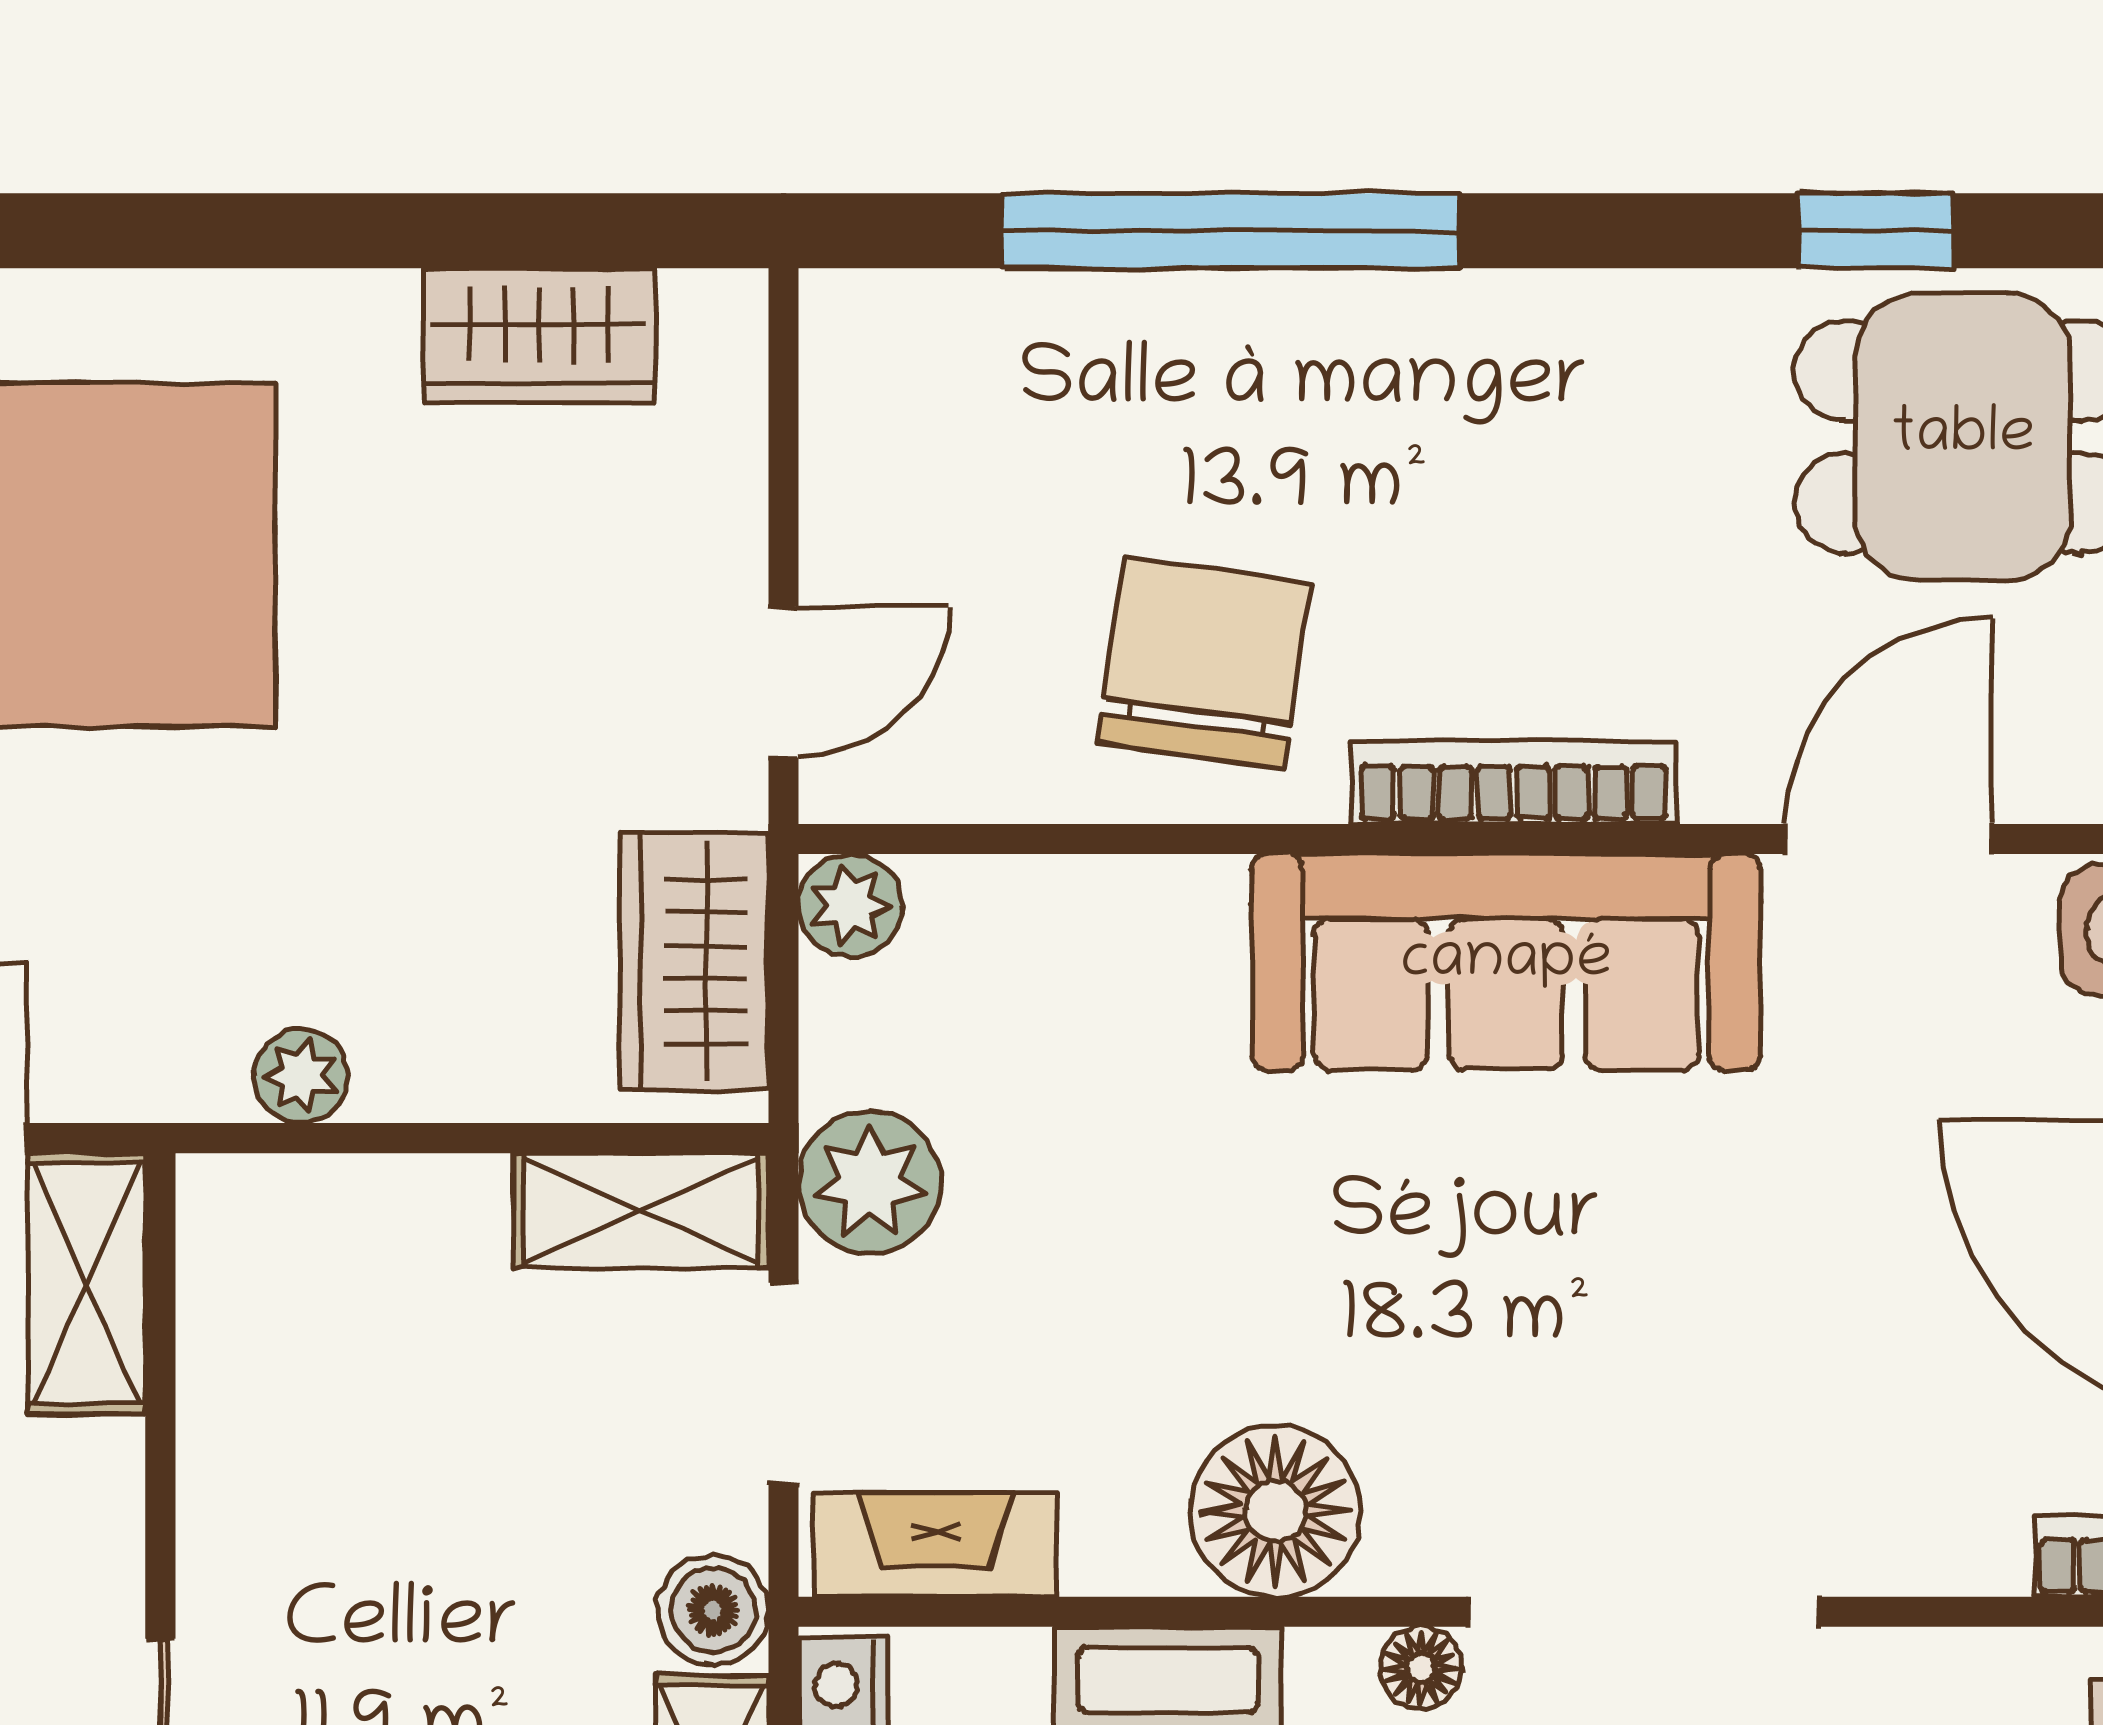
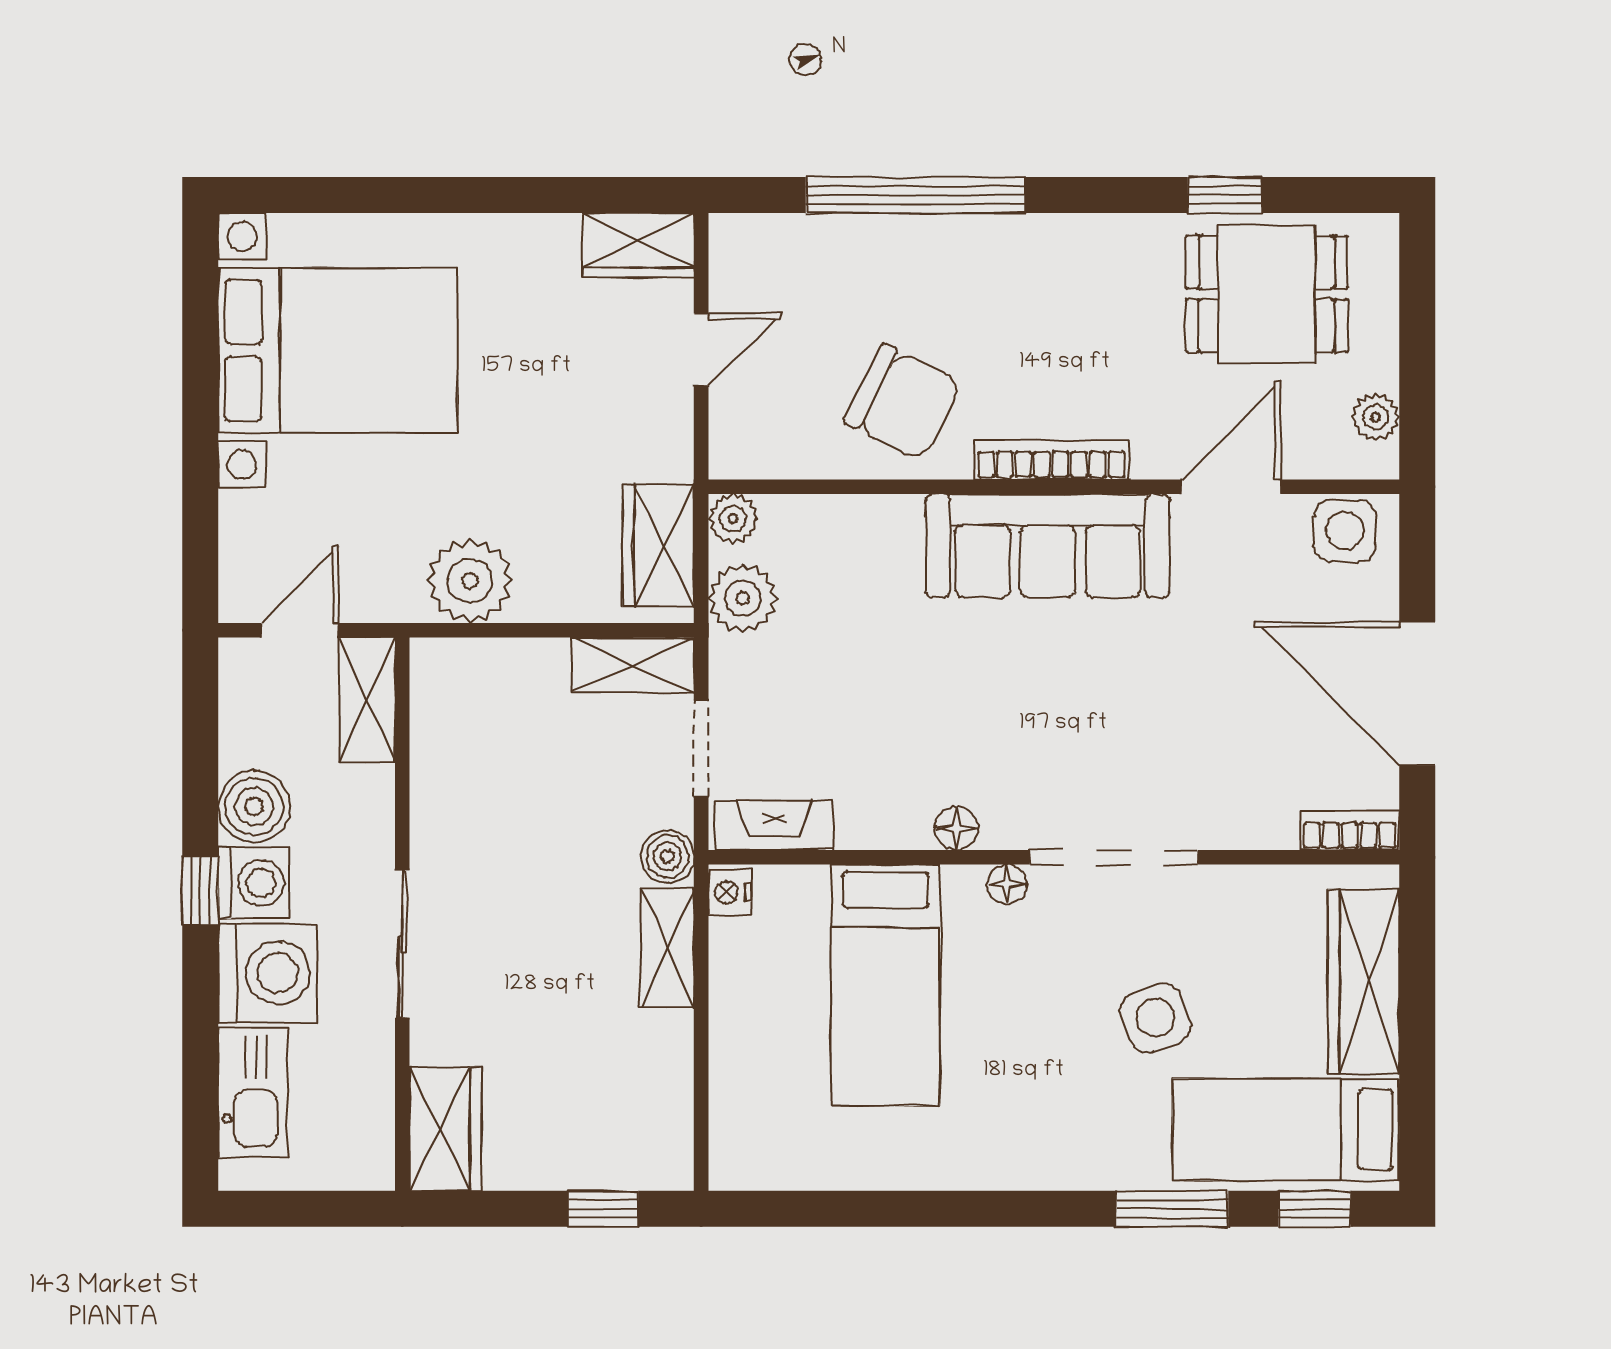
wardrobe: (539, 335) -> (638, 245), moved
chair: (1204, 663) -> (903, 402), turned 109
door: (784, 682) -> (701, 350), moved
plant: (301, 1076) -> (470, 581), width x1.87, depth x1.87
plant: (870, 1182) -> (743, 598), moved
floor lamp: (1276, 1511) -> (956, 828), width x0.53, depth x0.53

